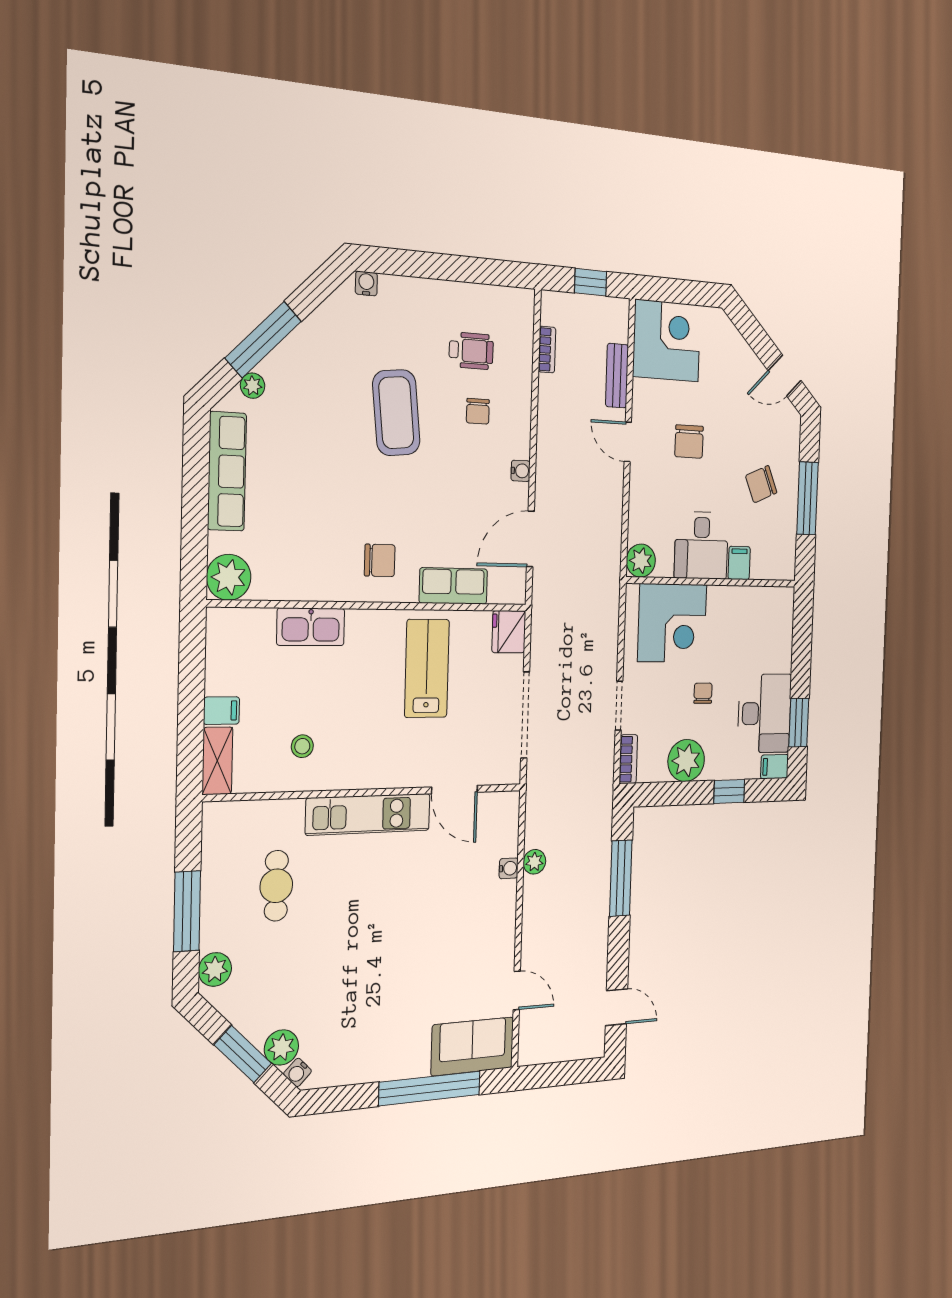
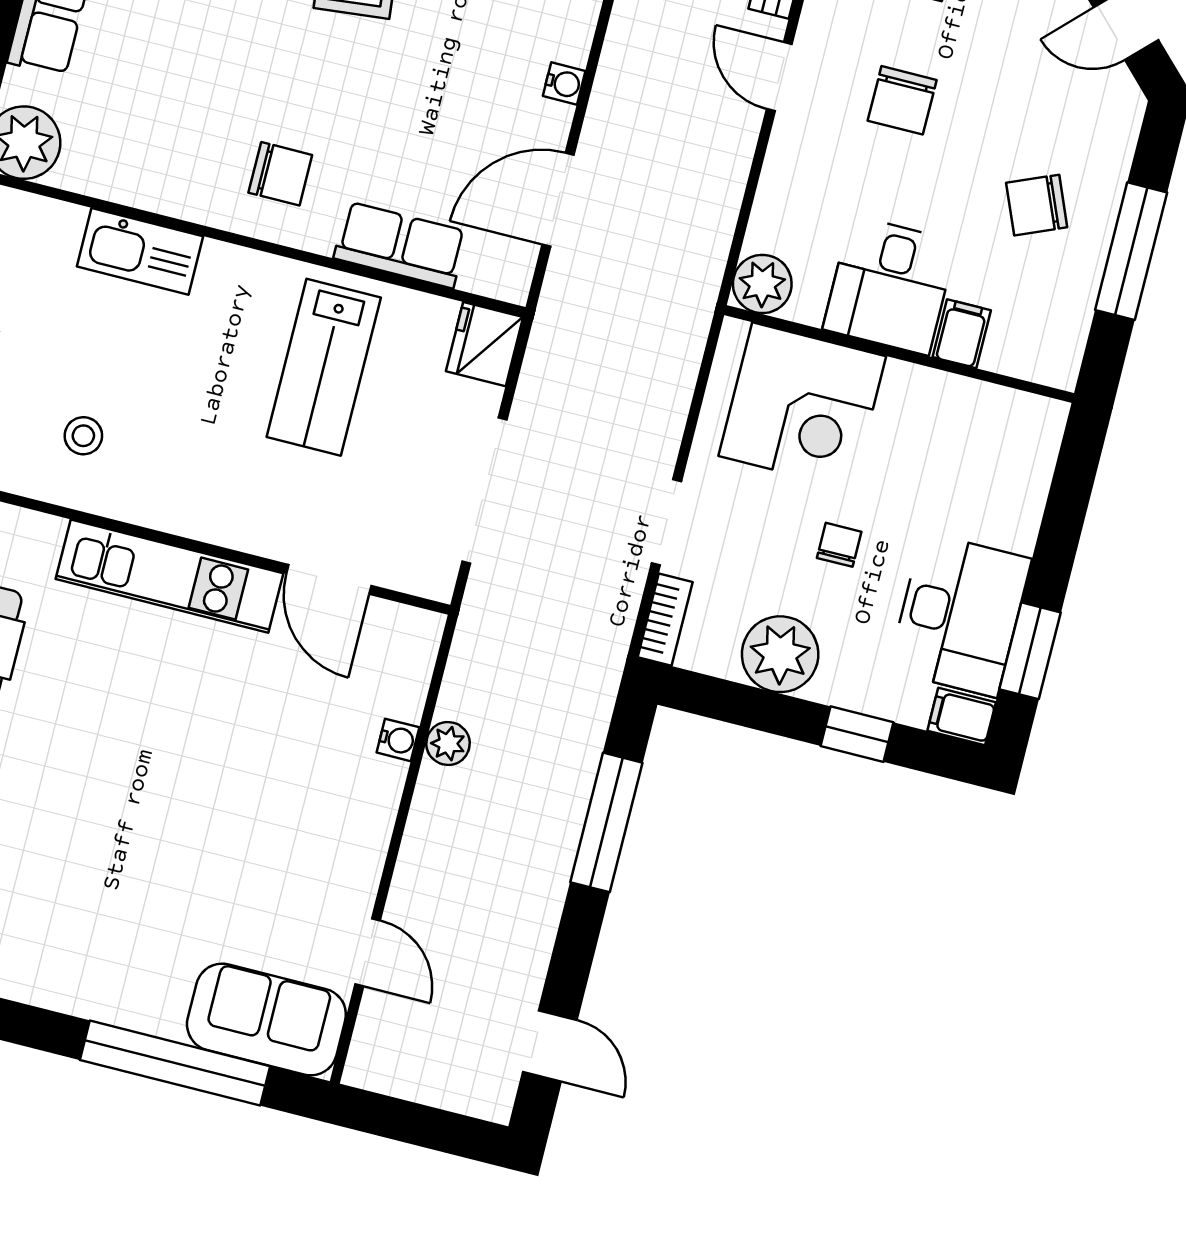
lab bench: (427, 668) -> (324, 367), turned 180

